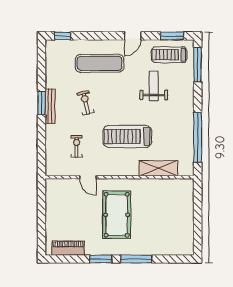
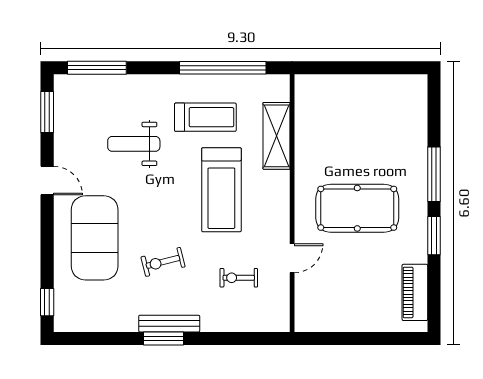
treadmill: (169, 55) -> (205, 117), moved, turned -90
exercise mat: (100, 63) -> (95, 238), width x1.47

